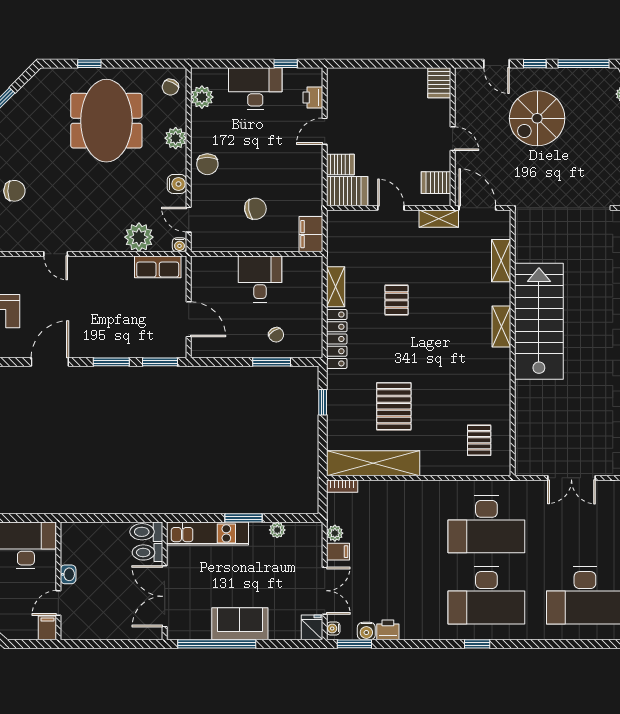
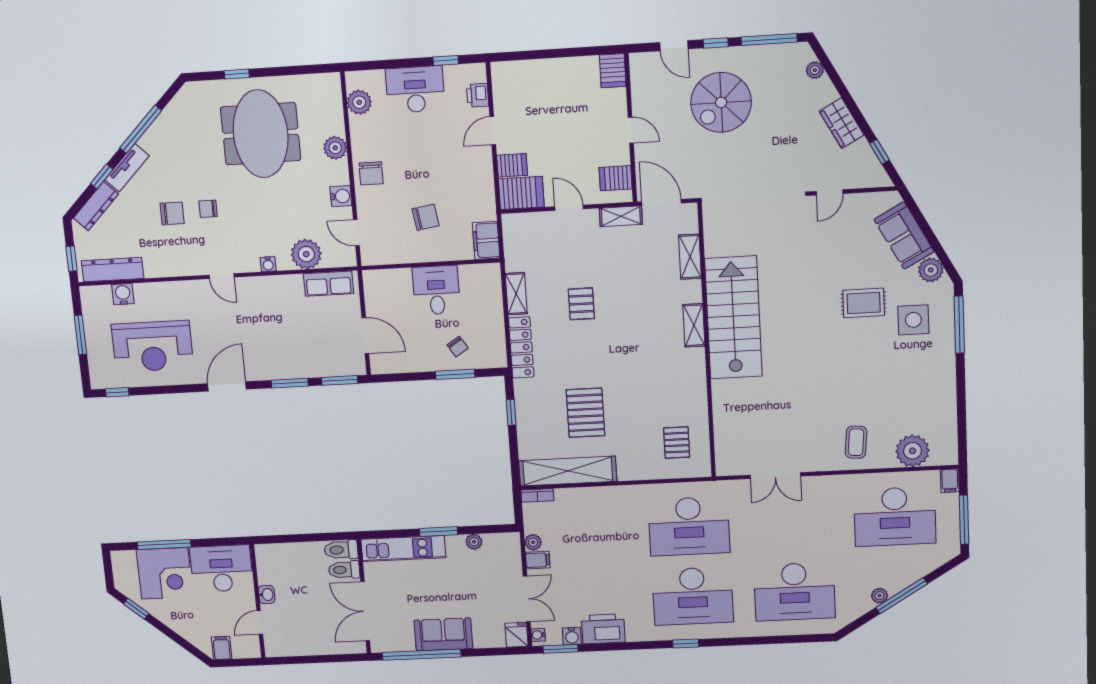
chair: (170, 87) -> (208, 209), moved, turned 63
water cooler: (179, 245) -> (268, 264), moved
filing cabinet: (47, 628) -> (222, 648), moved
printer: (388, 630) -> (603, 629), width x1.87, depth x1.48

